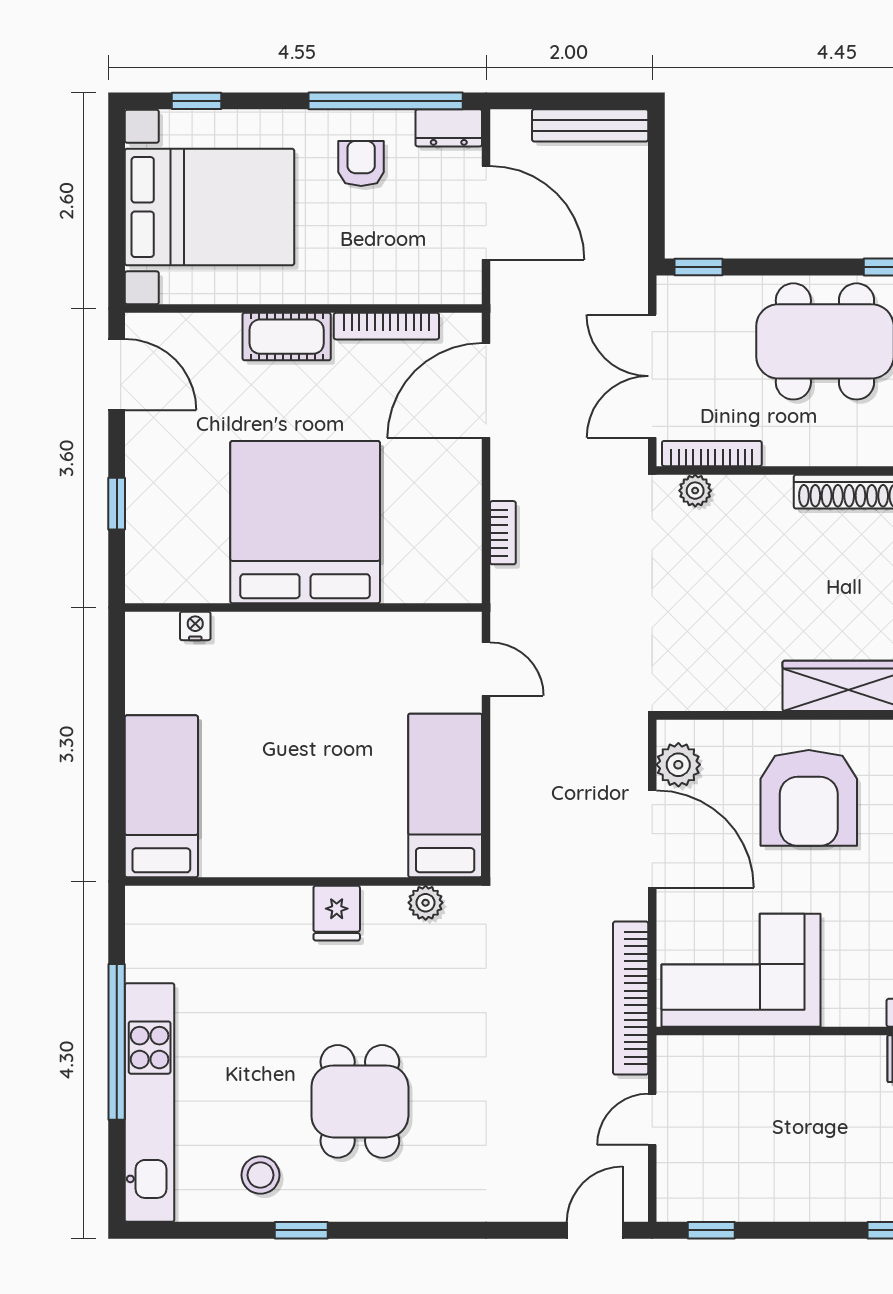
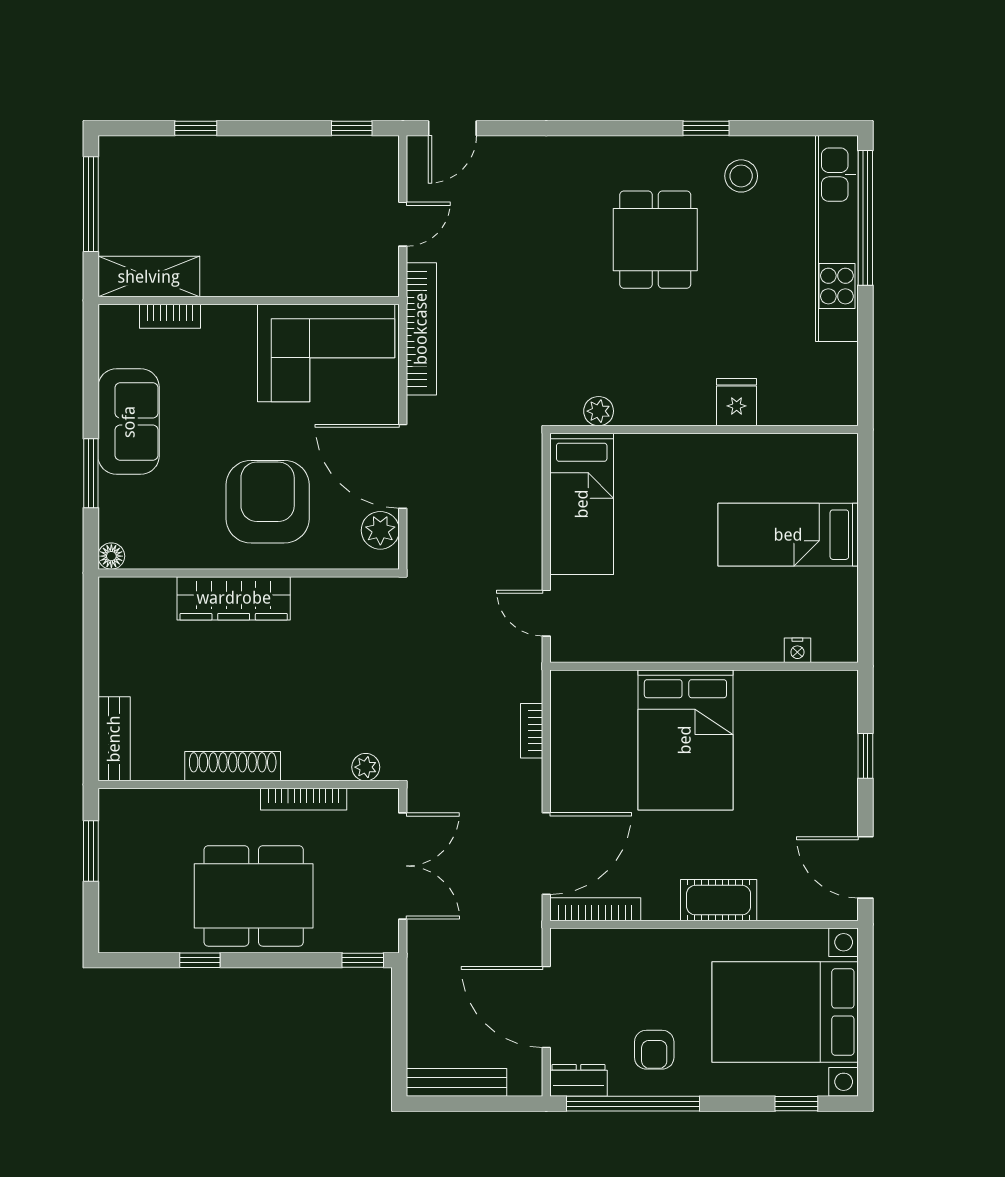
bookcase: (386, 326) -> (595, 909), moved
bookcase: (712, 454) -> (304, 799), moved
bed: (305, 522) -> (685, 740), width x0.73
bed: (161, 796) -> (788, 535), moved, turned 90
fridge: (337, 913) -> (737, 402), moved
window: (117, 1042) -> (865, 218), moved

